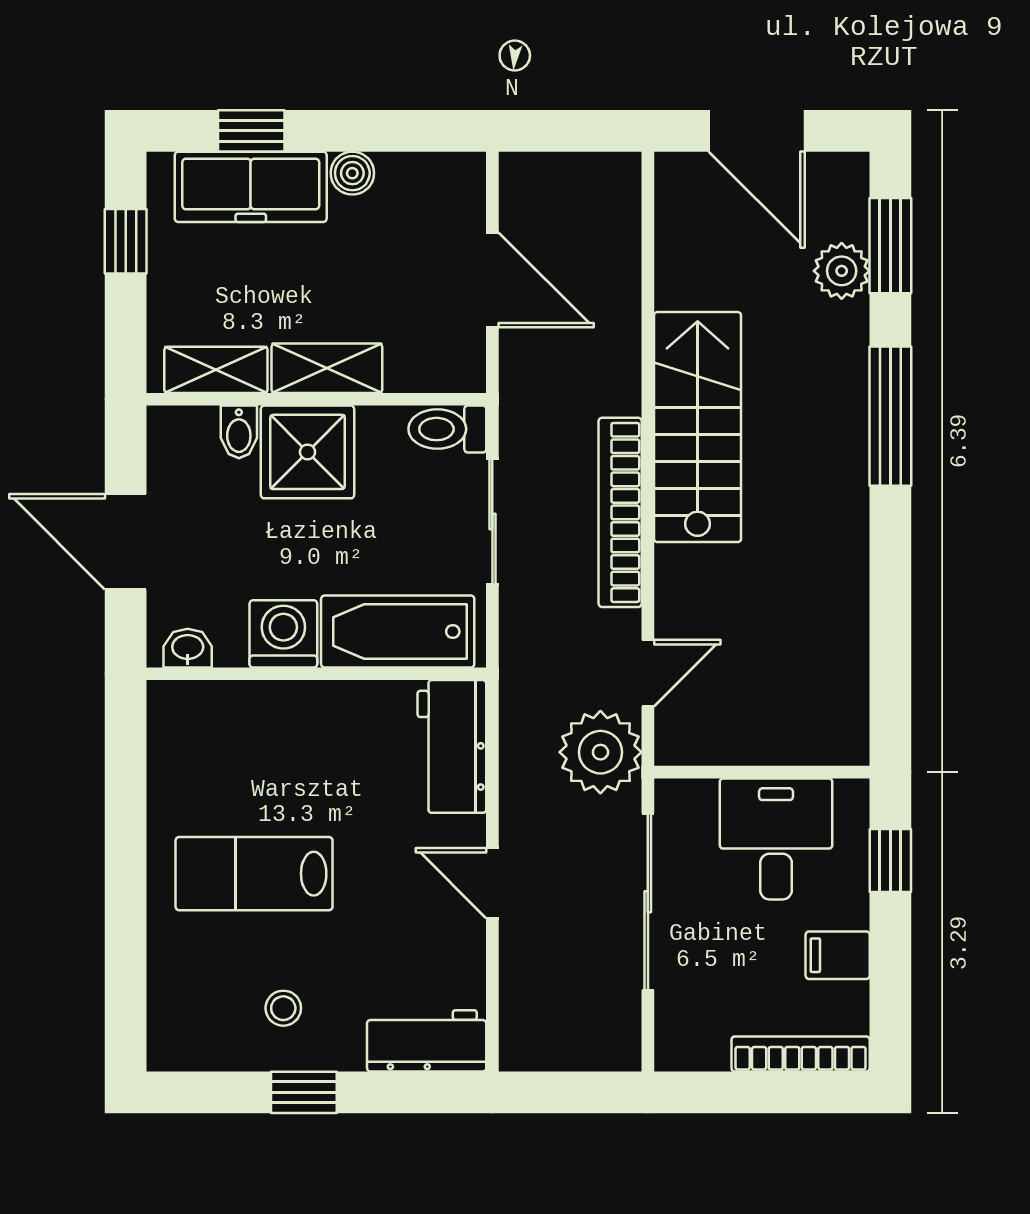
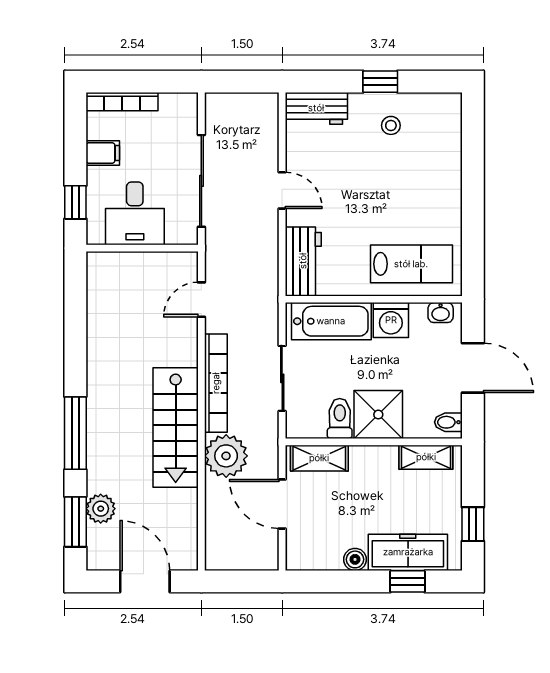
shelving: (327, 368) -> (319, 458), moved
toilet: (447, 429) -> (340, 419), moved, turned -90
bidet: (239, 432) -> (448, 422), moved, turned -90
plant: (600, 752) -> (226, 456), moved
lab bench: (254, 874) -> (411, 264), moved

